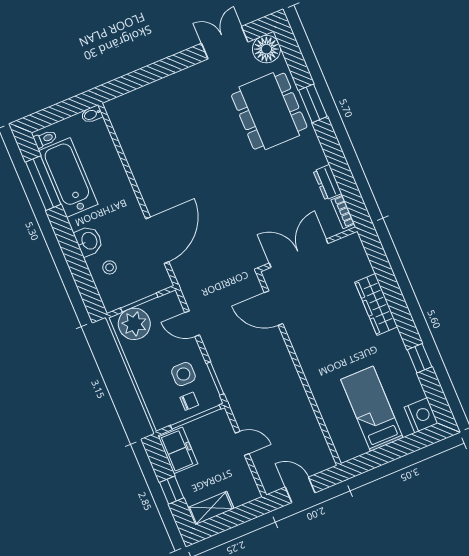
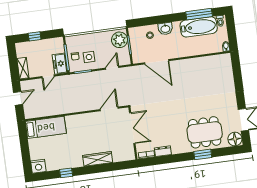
bed: (372, 409) -> (46, 127), moved
freezer: (178, 450) -> (60, 64), moved, turned 90
shelving: (211, 508) -> (23, 68), moved

